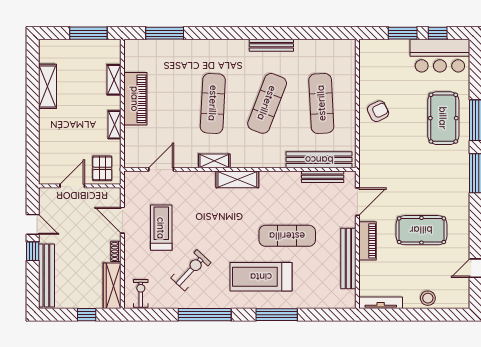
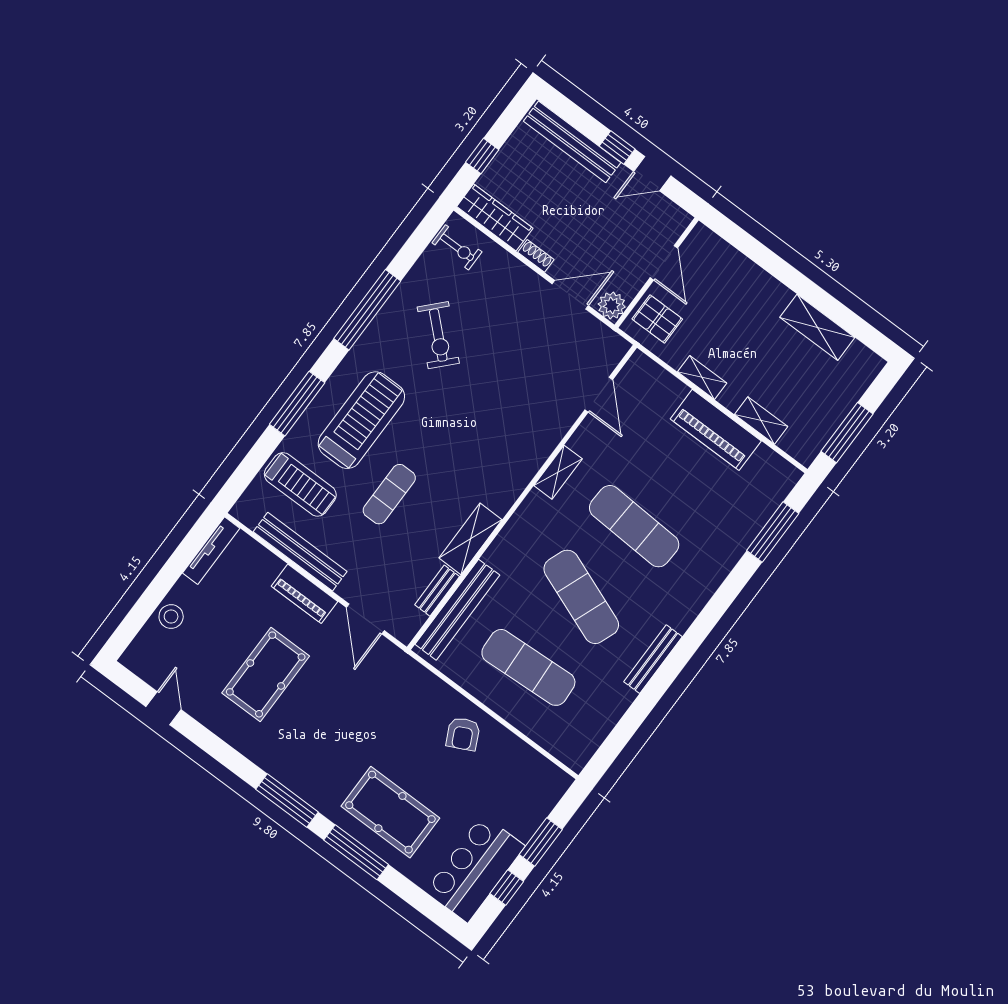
bench: (323, 177) -> (437, 591), width x0.73
shelving: (237, 179) -> (471, 539), moved
plant: (112, 196) -> (612, 305), added
treadmill: (161, 228) -> (300, 484), moved
exercise mat: (287, 236) -> (389, 494), width x0.73, depth x0.69

